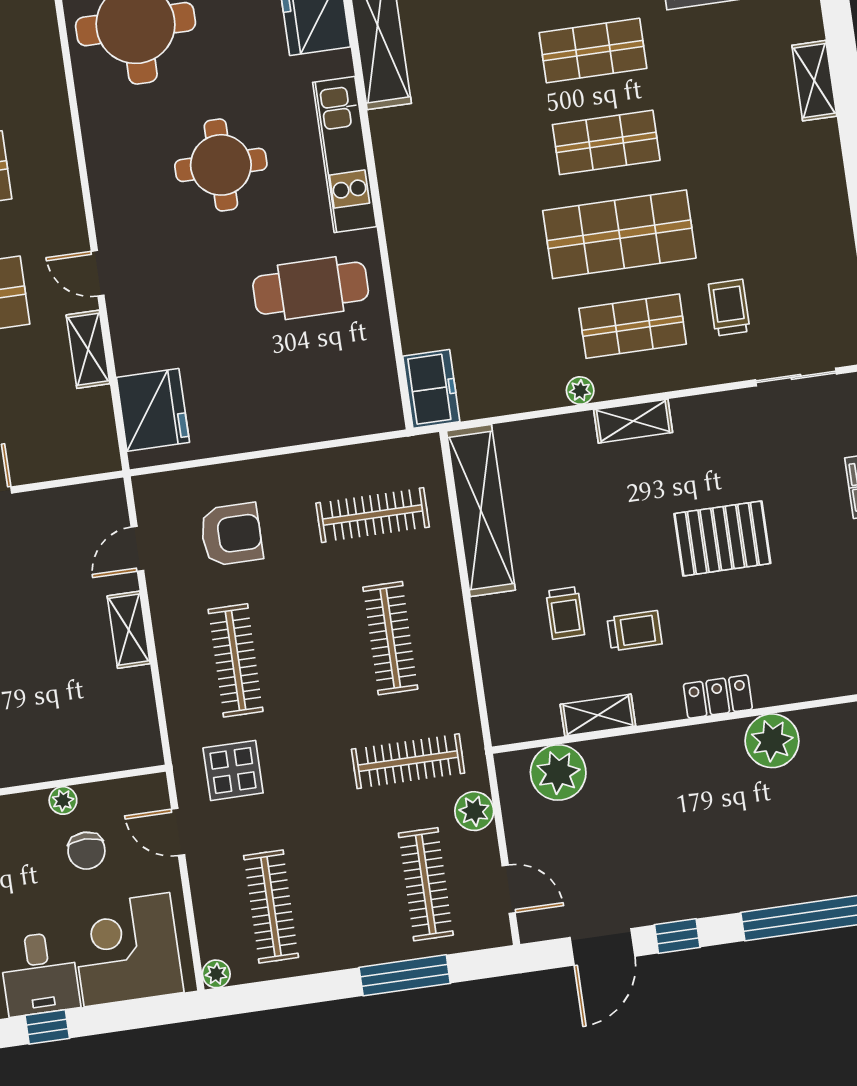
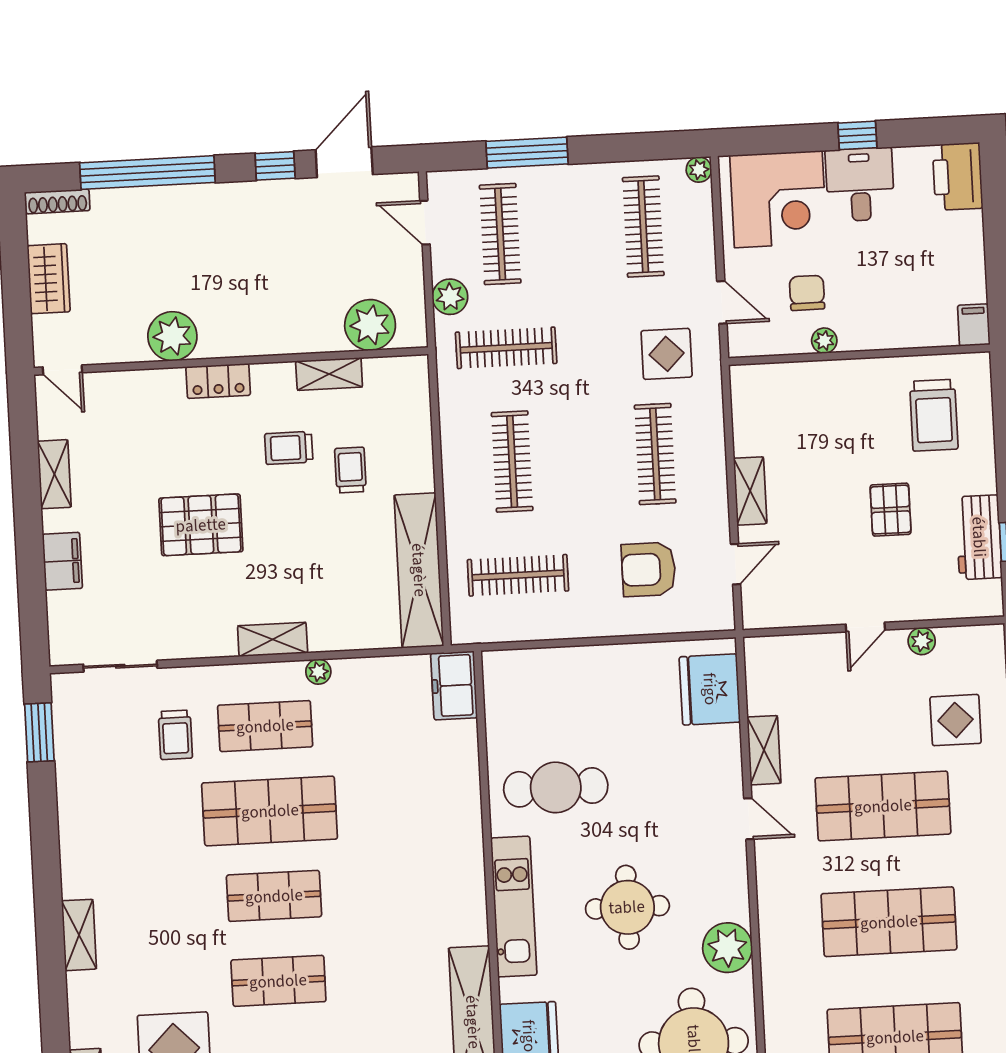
plant: (108, 131) -> (727, 948), added

